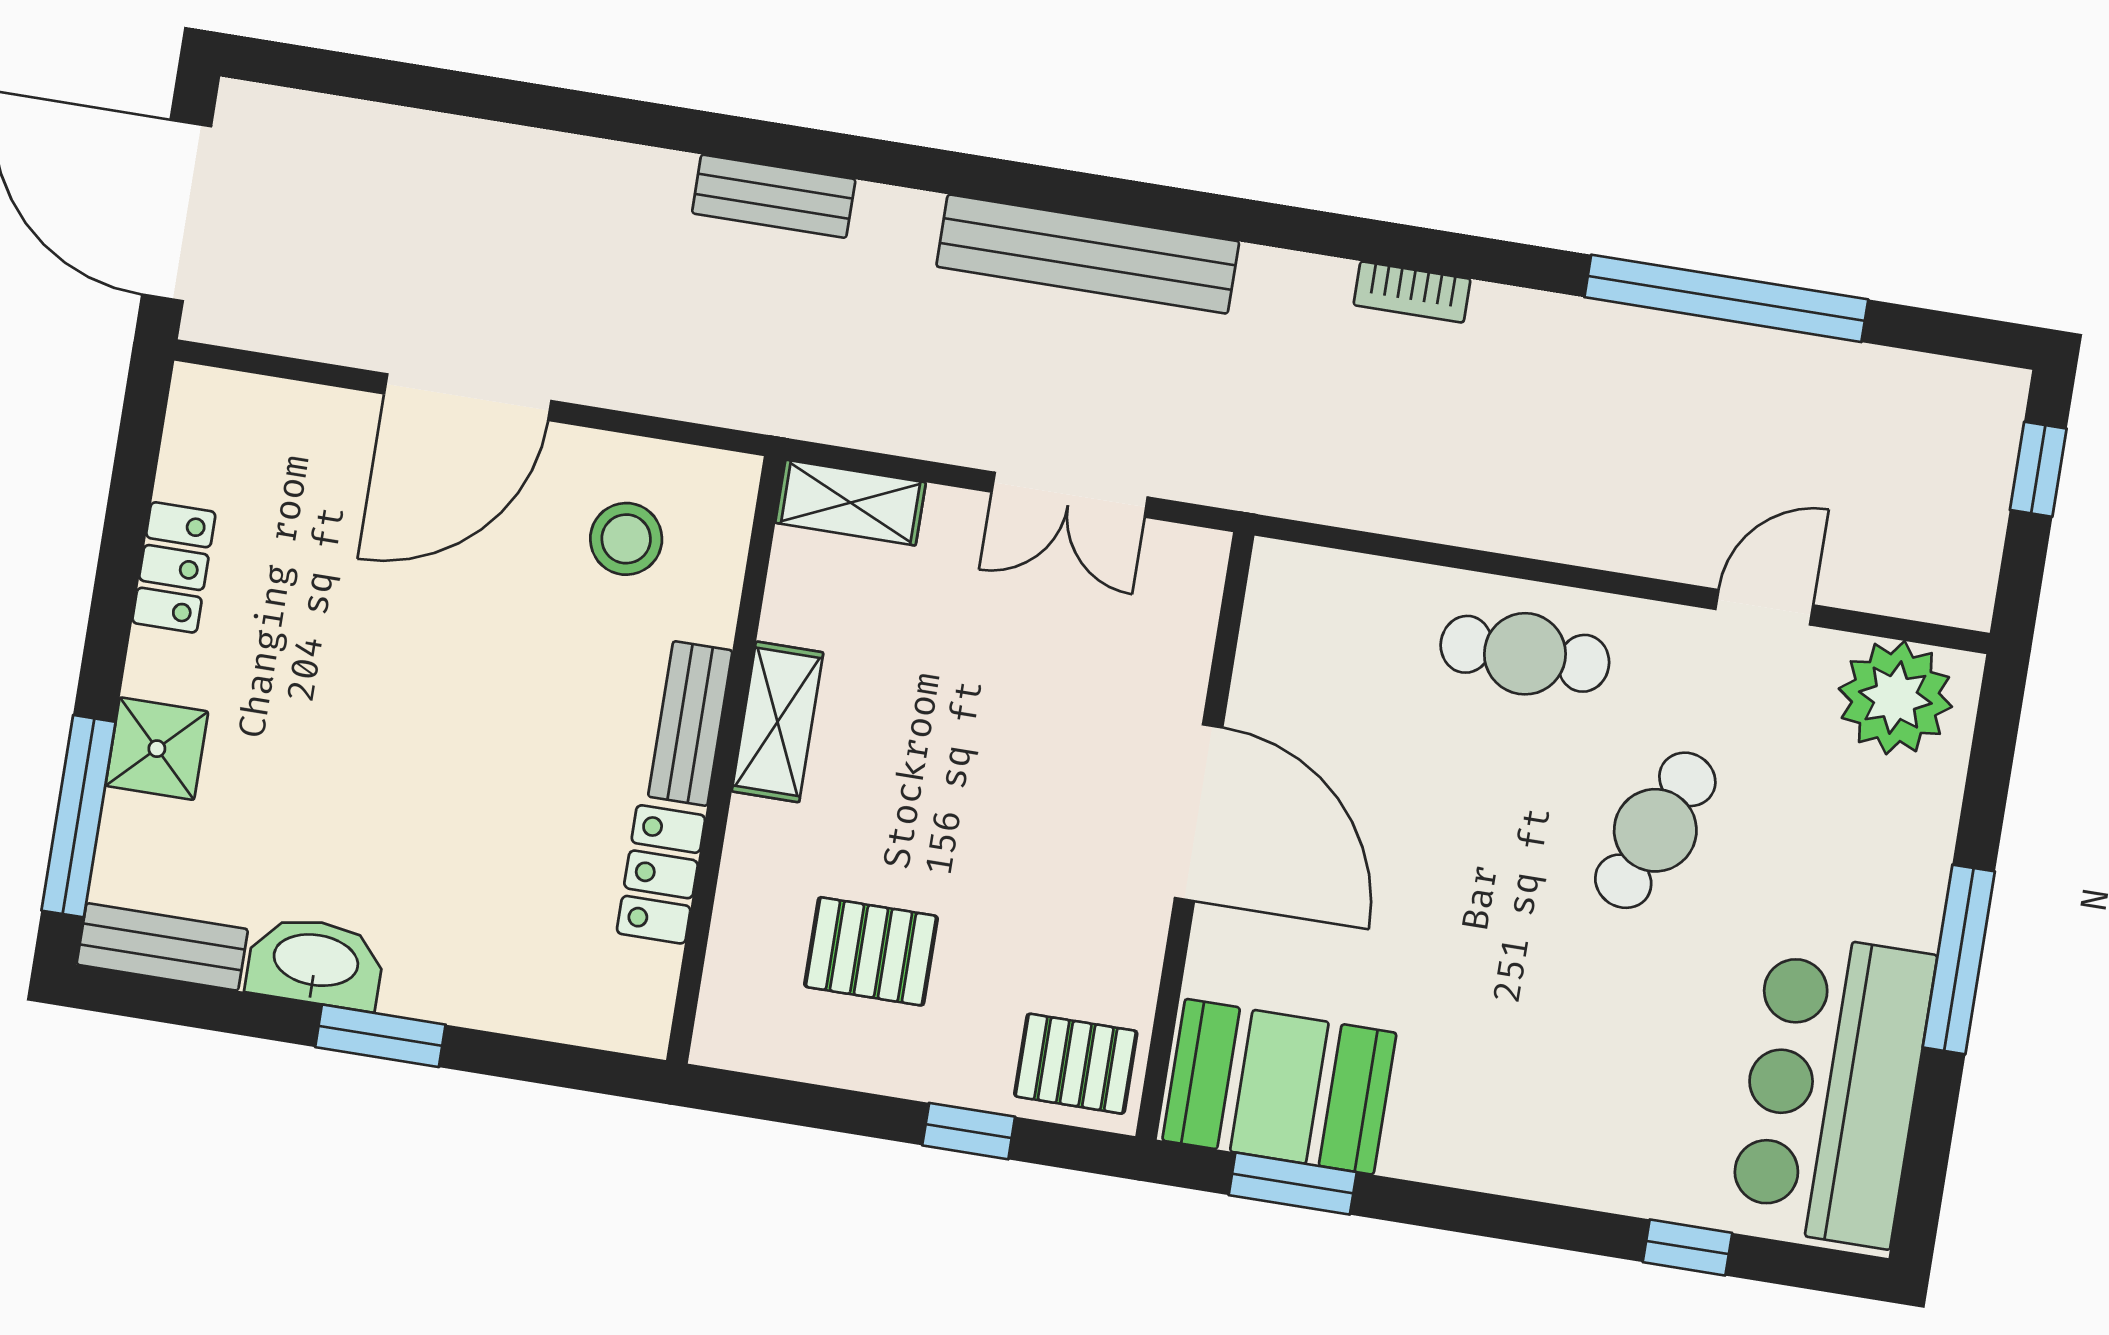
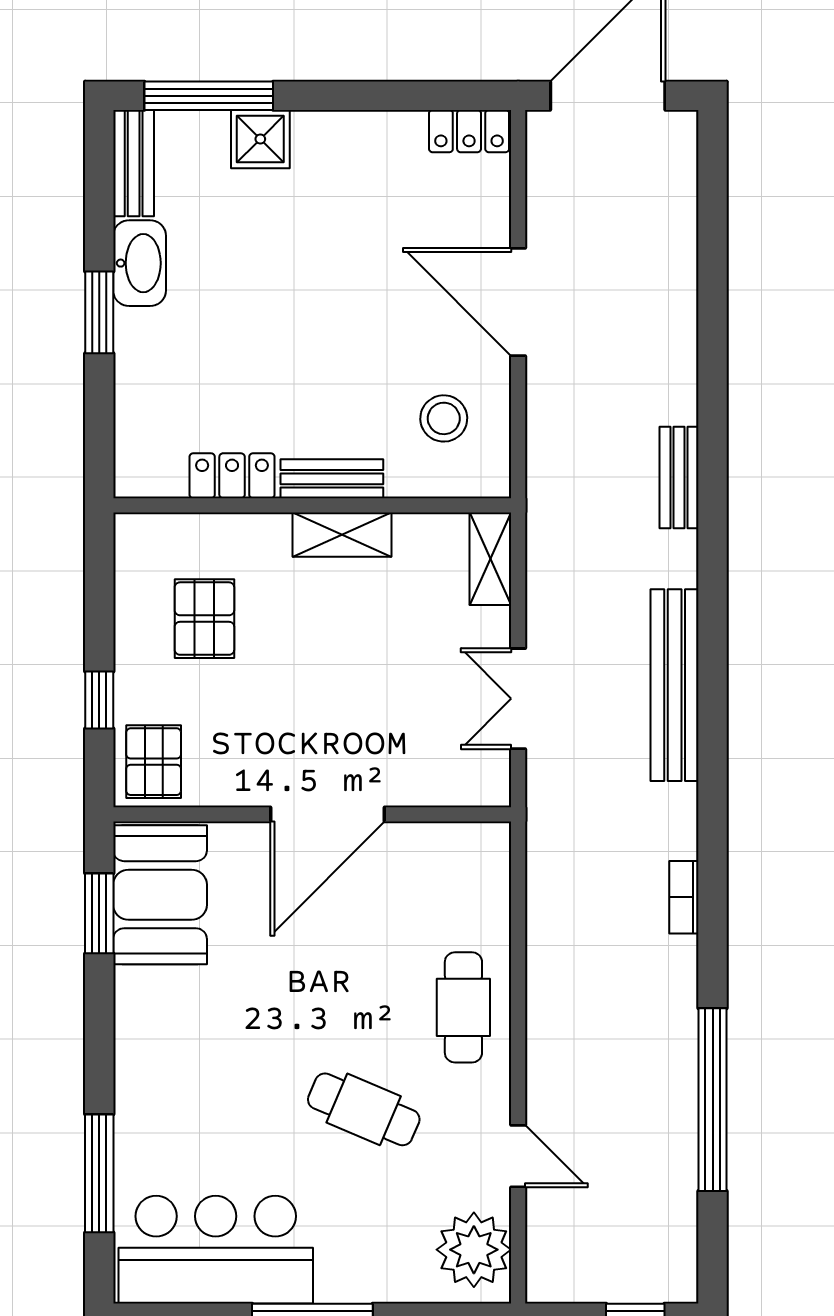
locker: (174, 567) -> (469, 131), moved
window: (1687, 1248) -> (99, 1173), width x2.17

